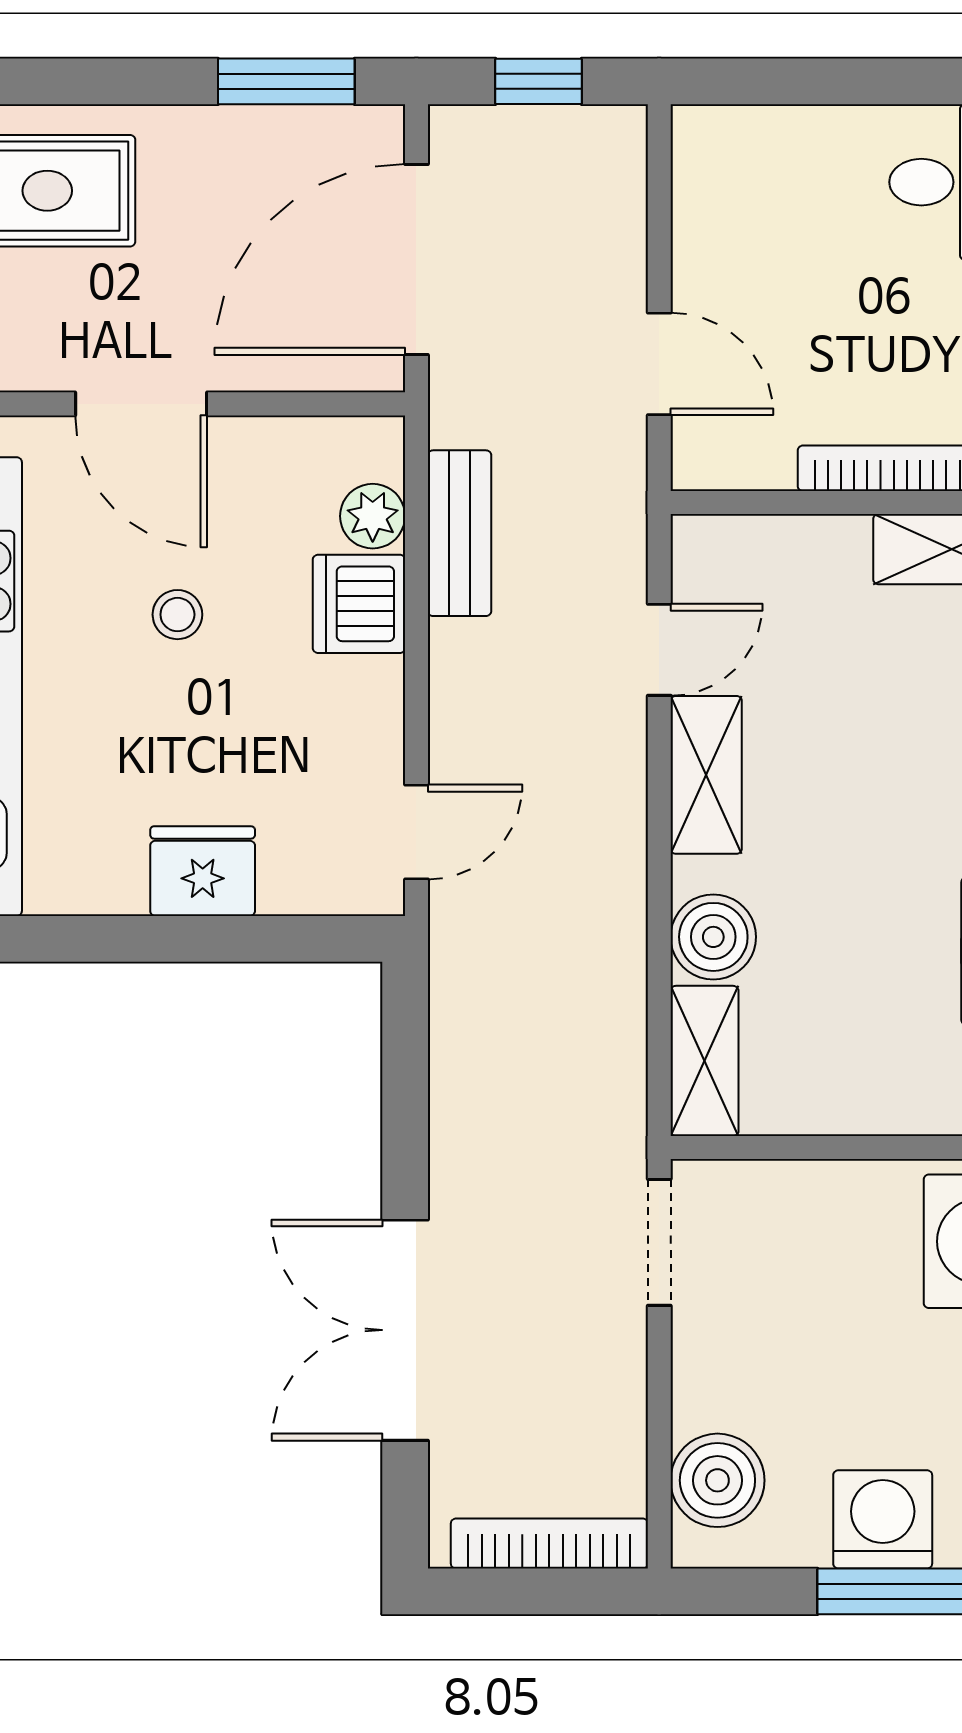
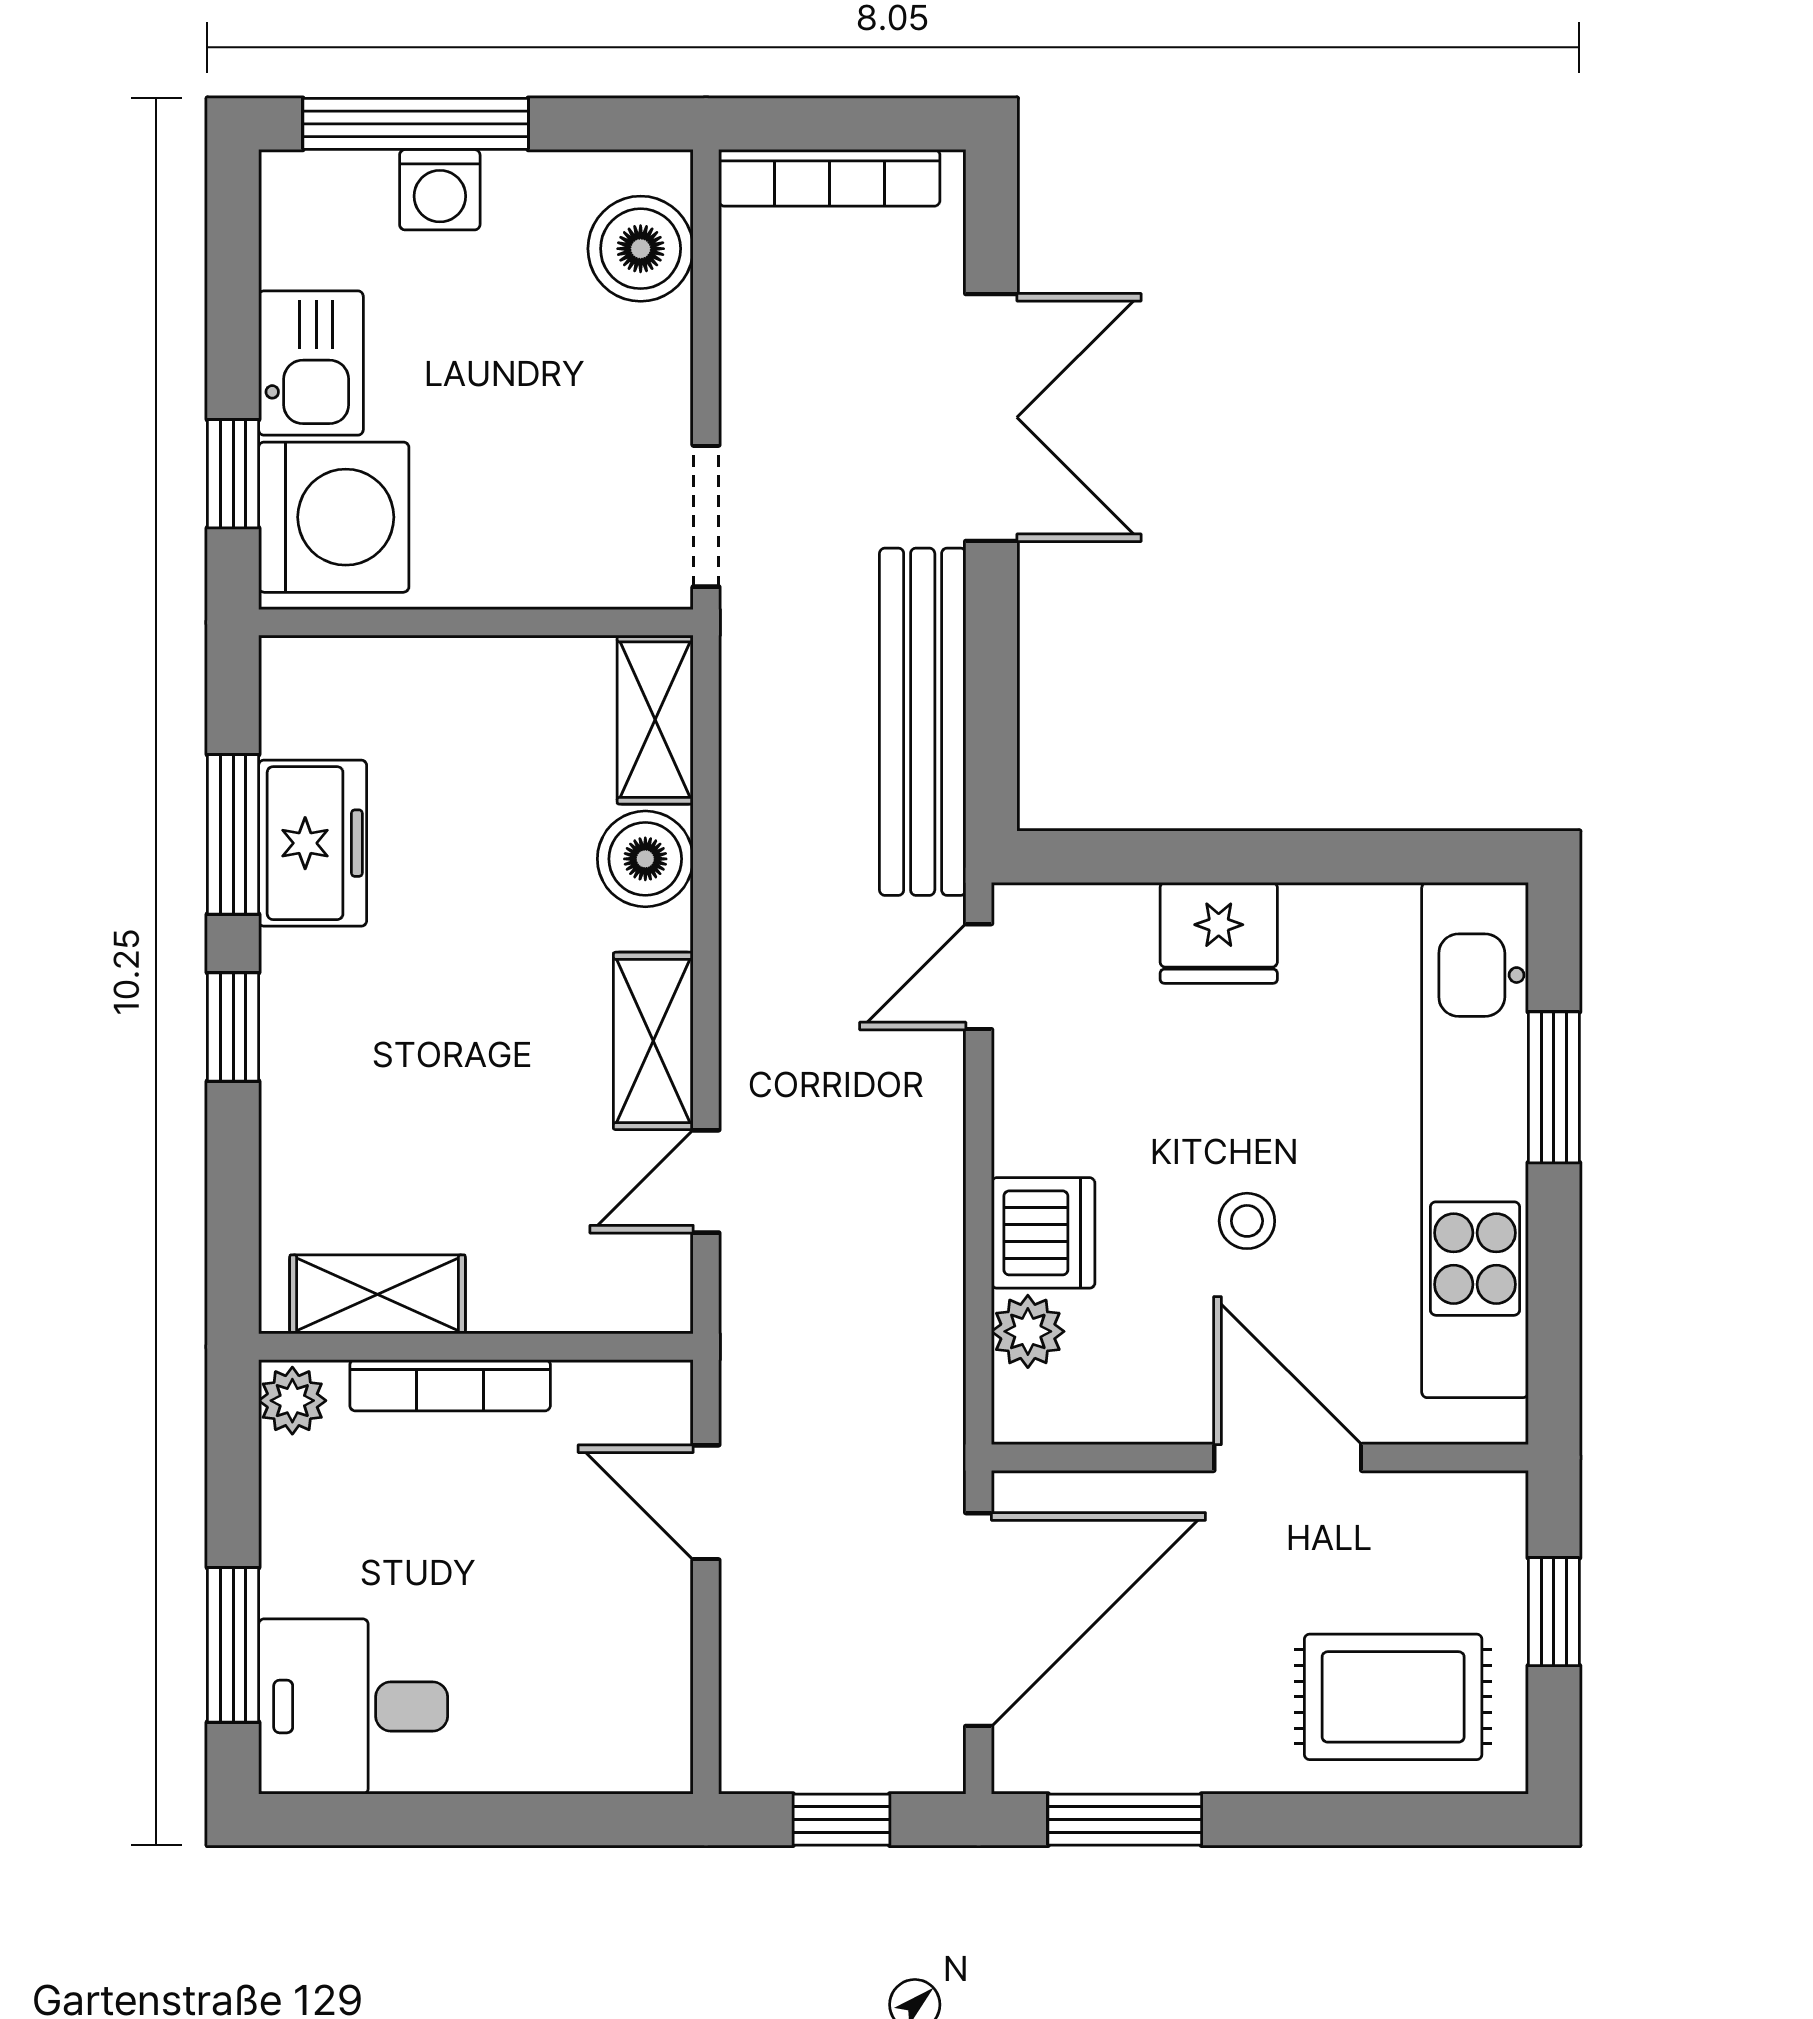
bench: (459, 533) -> (923, 722), moved, width x1.86, depth x1.21
washing machine: (883, 1519) -> (440, 190), width x0.73, depth x0.73

